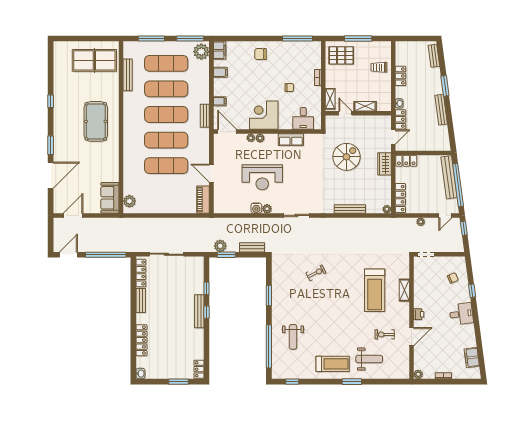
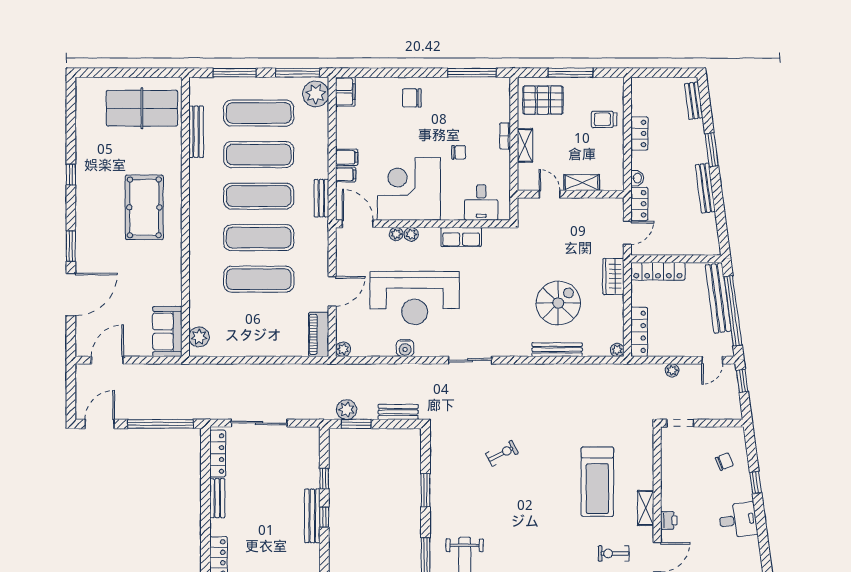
filing cabinet: (220, 72) -> (347, 157), moved
shelving: (330, 99) -> (525, 145), moved
corner desk: (264, 115) -> (409, 189), width x1.36, depth x1.36
spiral stairs: (346, 157) -> (558, 303), moved
locker: (406, 161) -> (658, 271), width x1.53
door: (211, 173) -> (332, 291), swing flipped
reception desk: (262, 177) -> (415, 298), width x1.36, depth x1.30
plant: (267, 209) -> (343, 349), moved
shelving: (404, 290) -> (646, 508), moved

